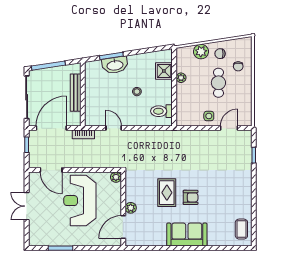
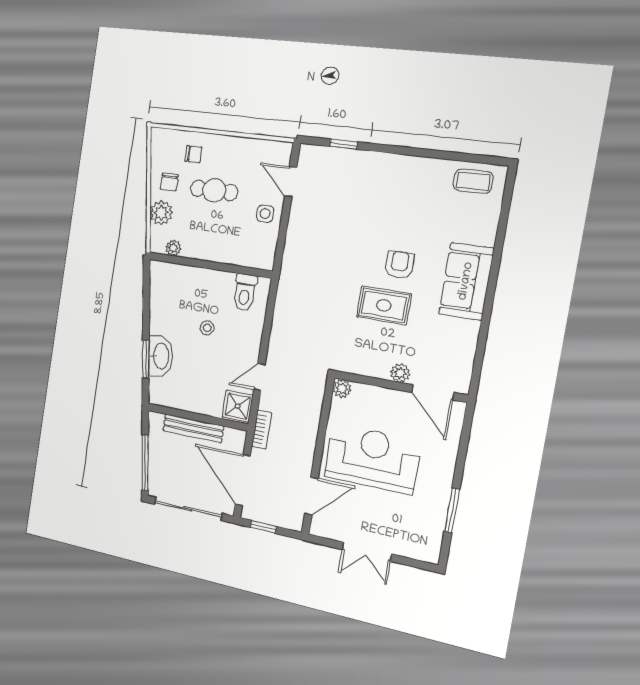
shower: (164, 71) -> (238, 406), moved
plant: (181, 78) -> (173, 248), moved
reception desk: (80, 201) -> (372, 459), turned 180

